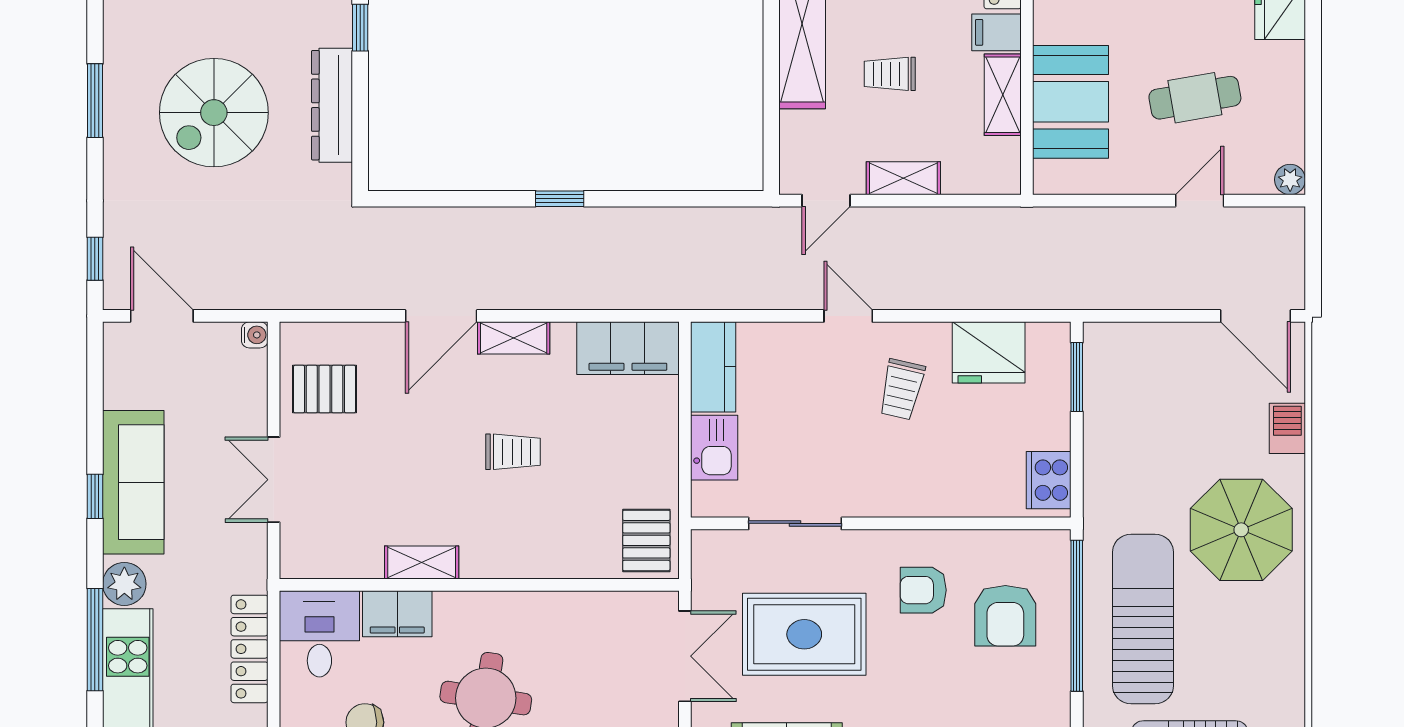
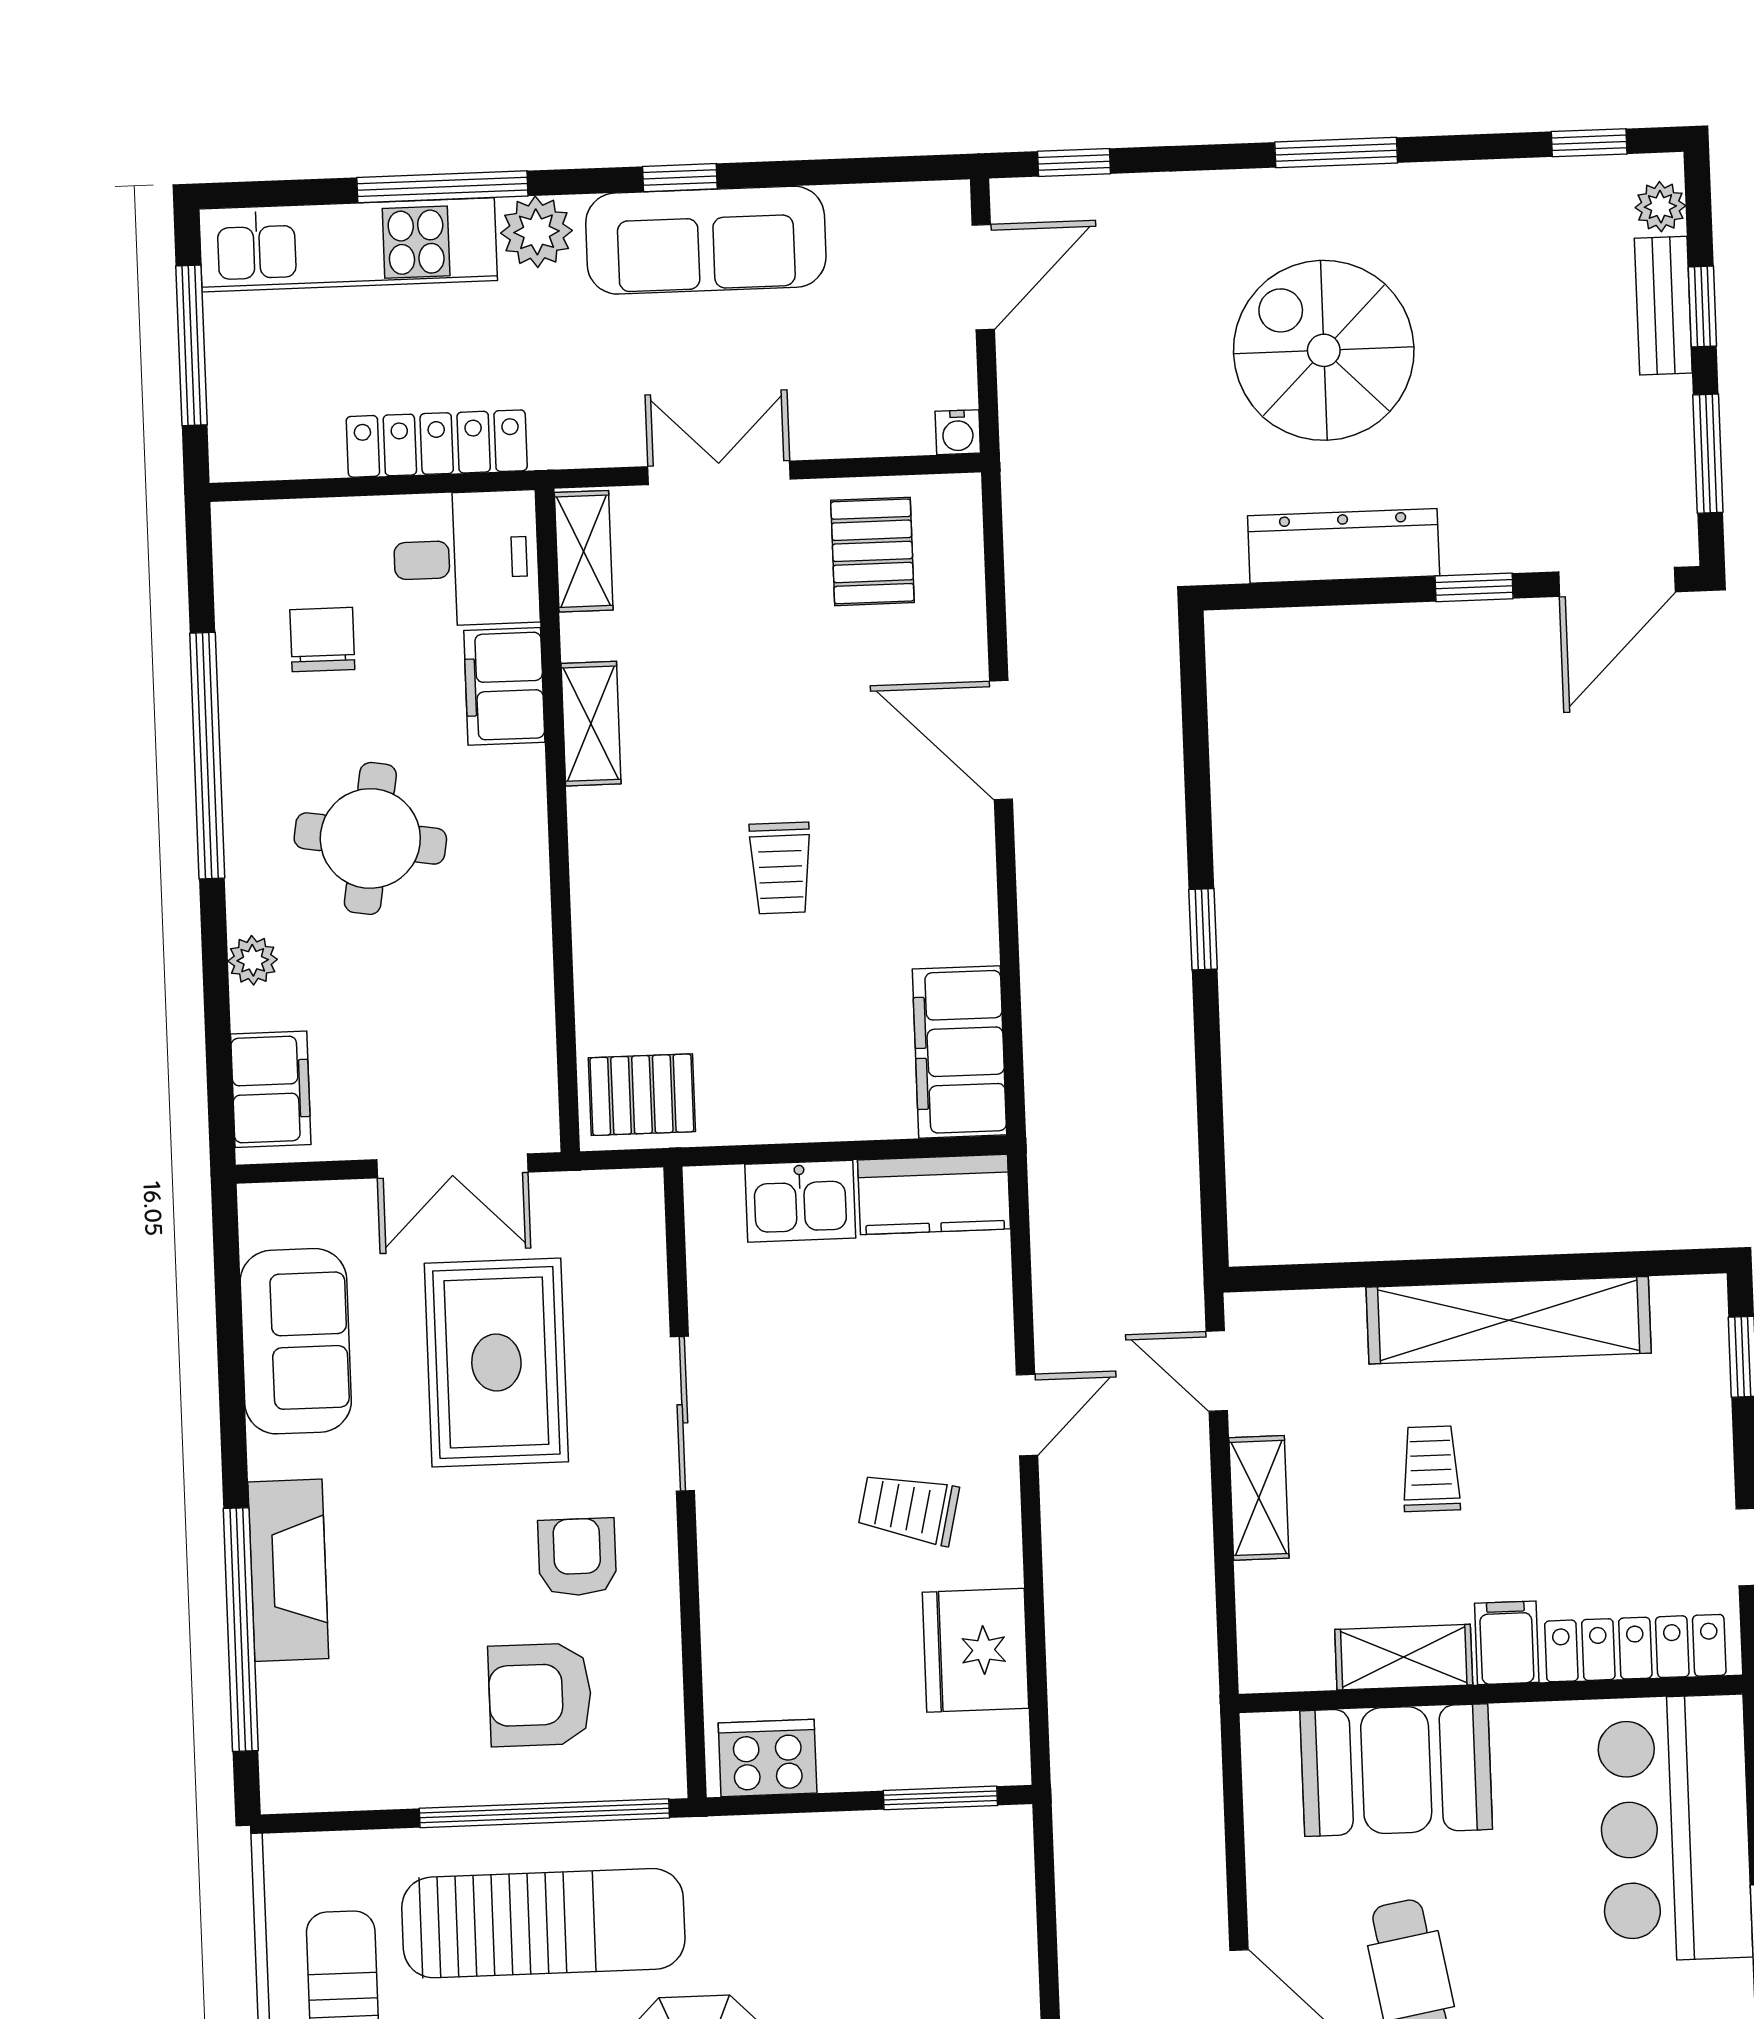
shelving: (514, 338) -> (584, 551), moved
sliding door: (795, 523) -> (682, 1414), moved

